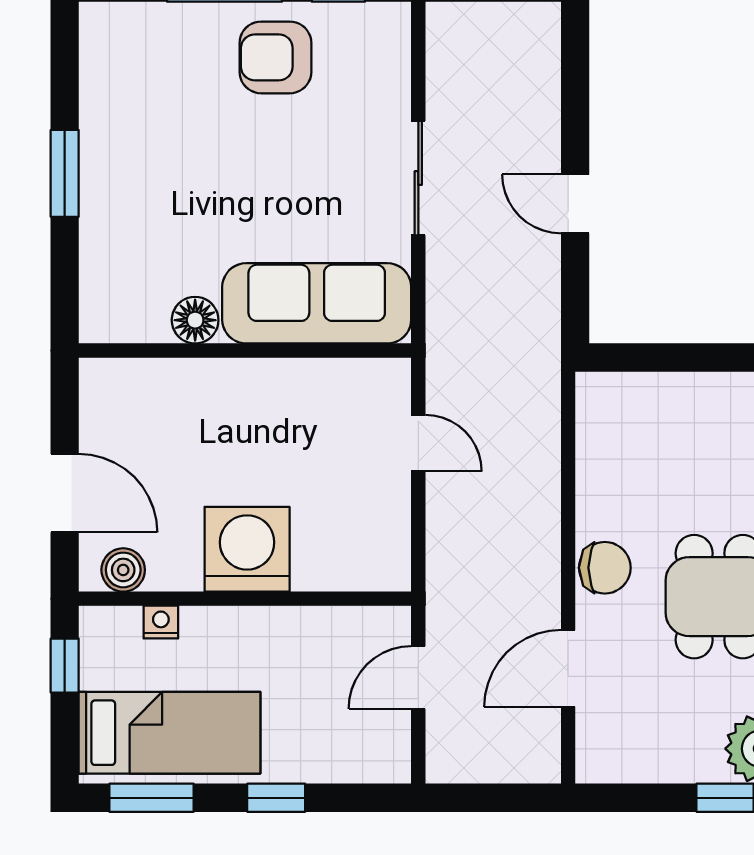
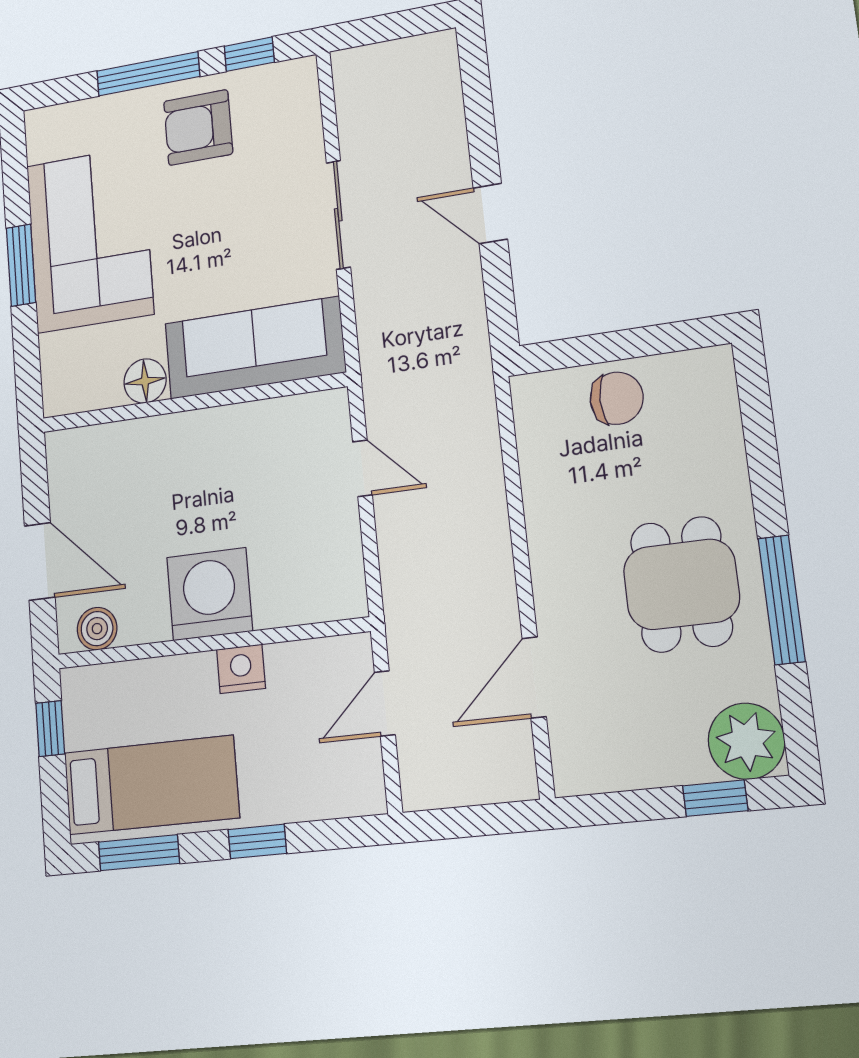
corner sofa: (145, 158) -> (90, 239), added
chair: (605, 568) -> (617, 398), moved
nightstand: (161, 622) -> (241, 669), moved, width x1.39, depth x1.35

